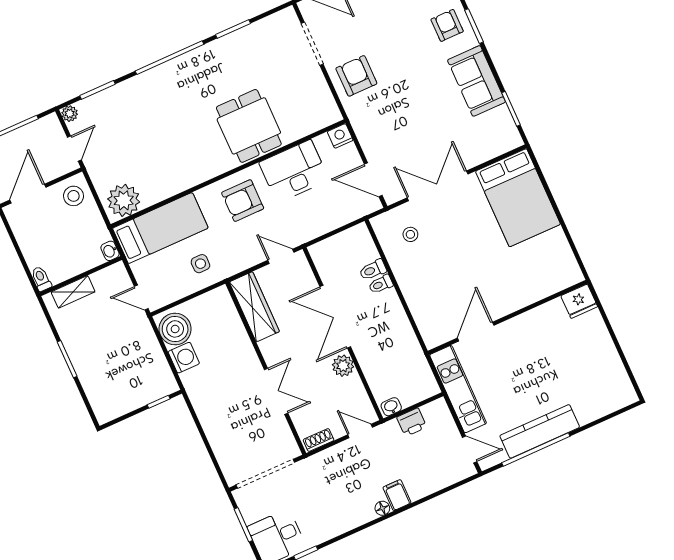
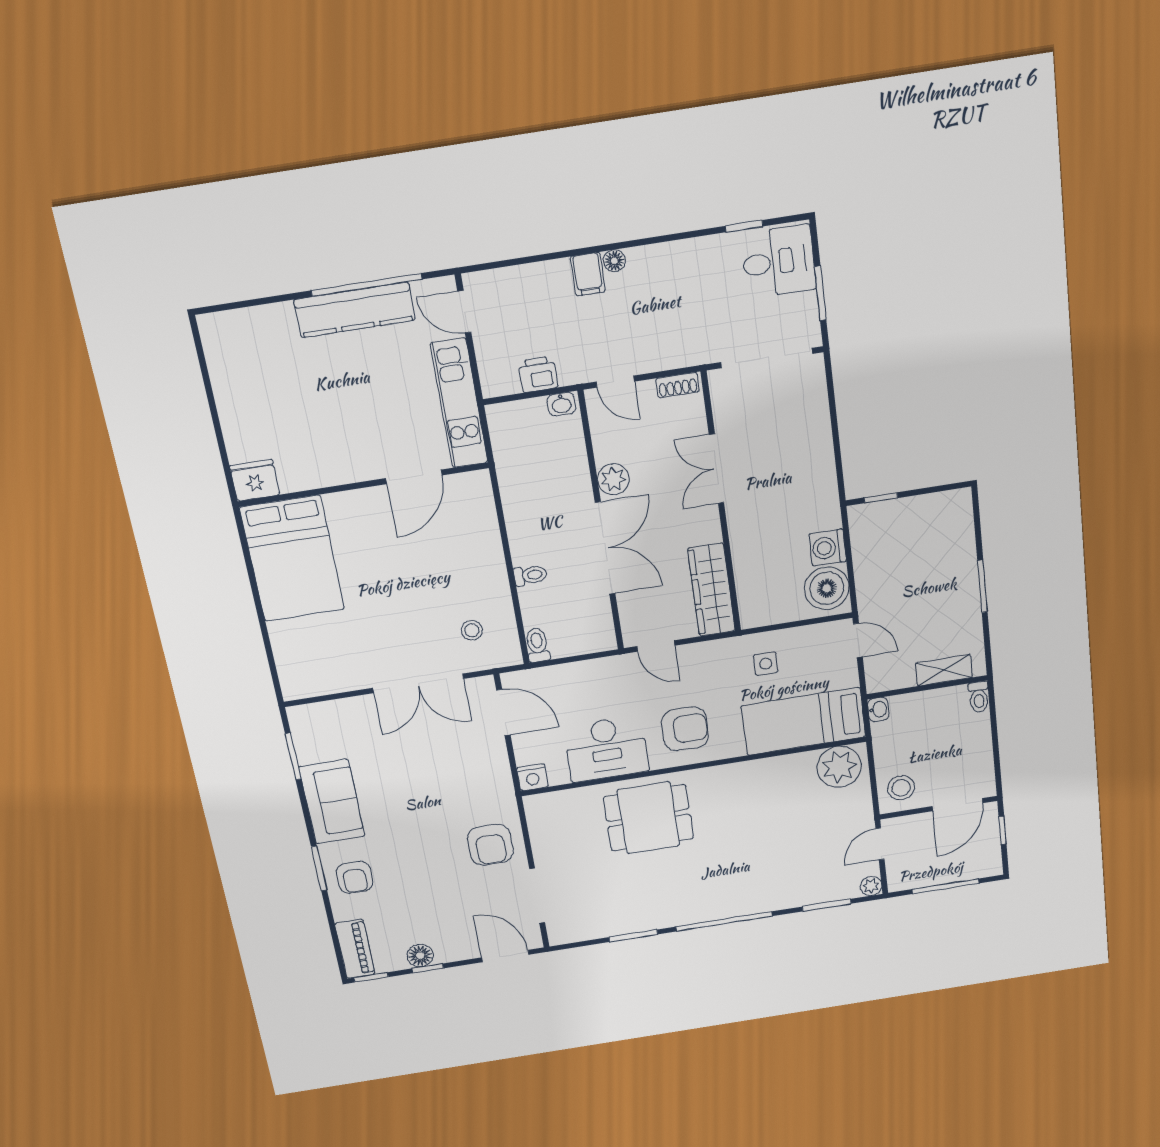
dining table: (249, 126) -> (649, 818), turned 90
bed: (518, 198) -> (292, 559), moved, turned 180
toilet: (373, 270) -> (537, 645), moved, turned -90

